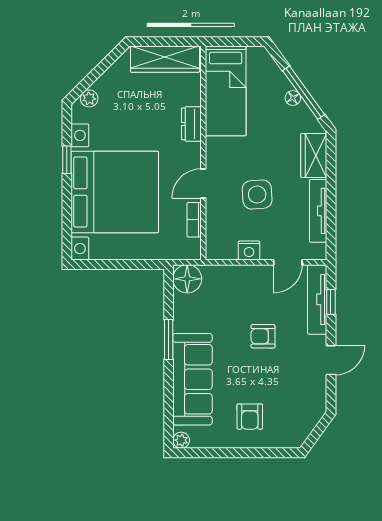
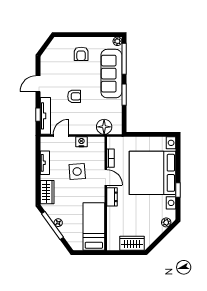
wardrobe: (165, 59) -> (132, 243), width x0.67
dresser: (191, 124) -> (112, 197), moved
door: (203, 183) -> (106, 177), hinge flipped
tv unit: (318, 211) -> (45, 163), width x0.71
floor lamp: (187, 279) -> (104, 127), moved
window: (169, 407) -> (124, 59), added
armchair: (250, 417) -> (81, 54), turned 180

